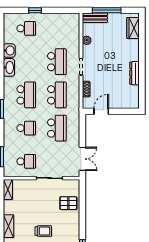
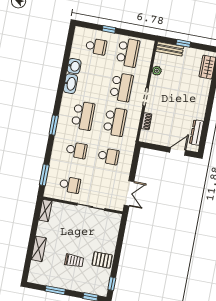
window: (107, 10) -> (183, 43), width x0.46
school desk: (57, 28) -> (128, 53), added
dresser: (135, 73) -> (197, 133), moved
door: (101, 111) -> (178, 151), moved
school desk: (57, 128) -> (108, 156), width x0.54
pallet: (68, 203) -> (102, 260), moved

